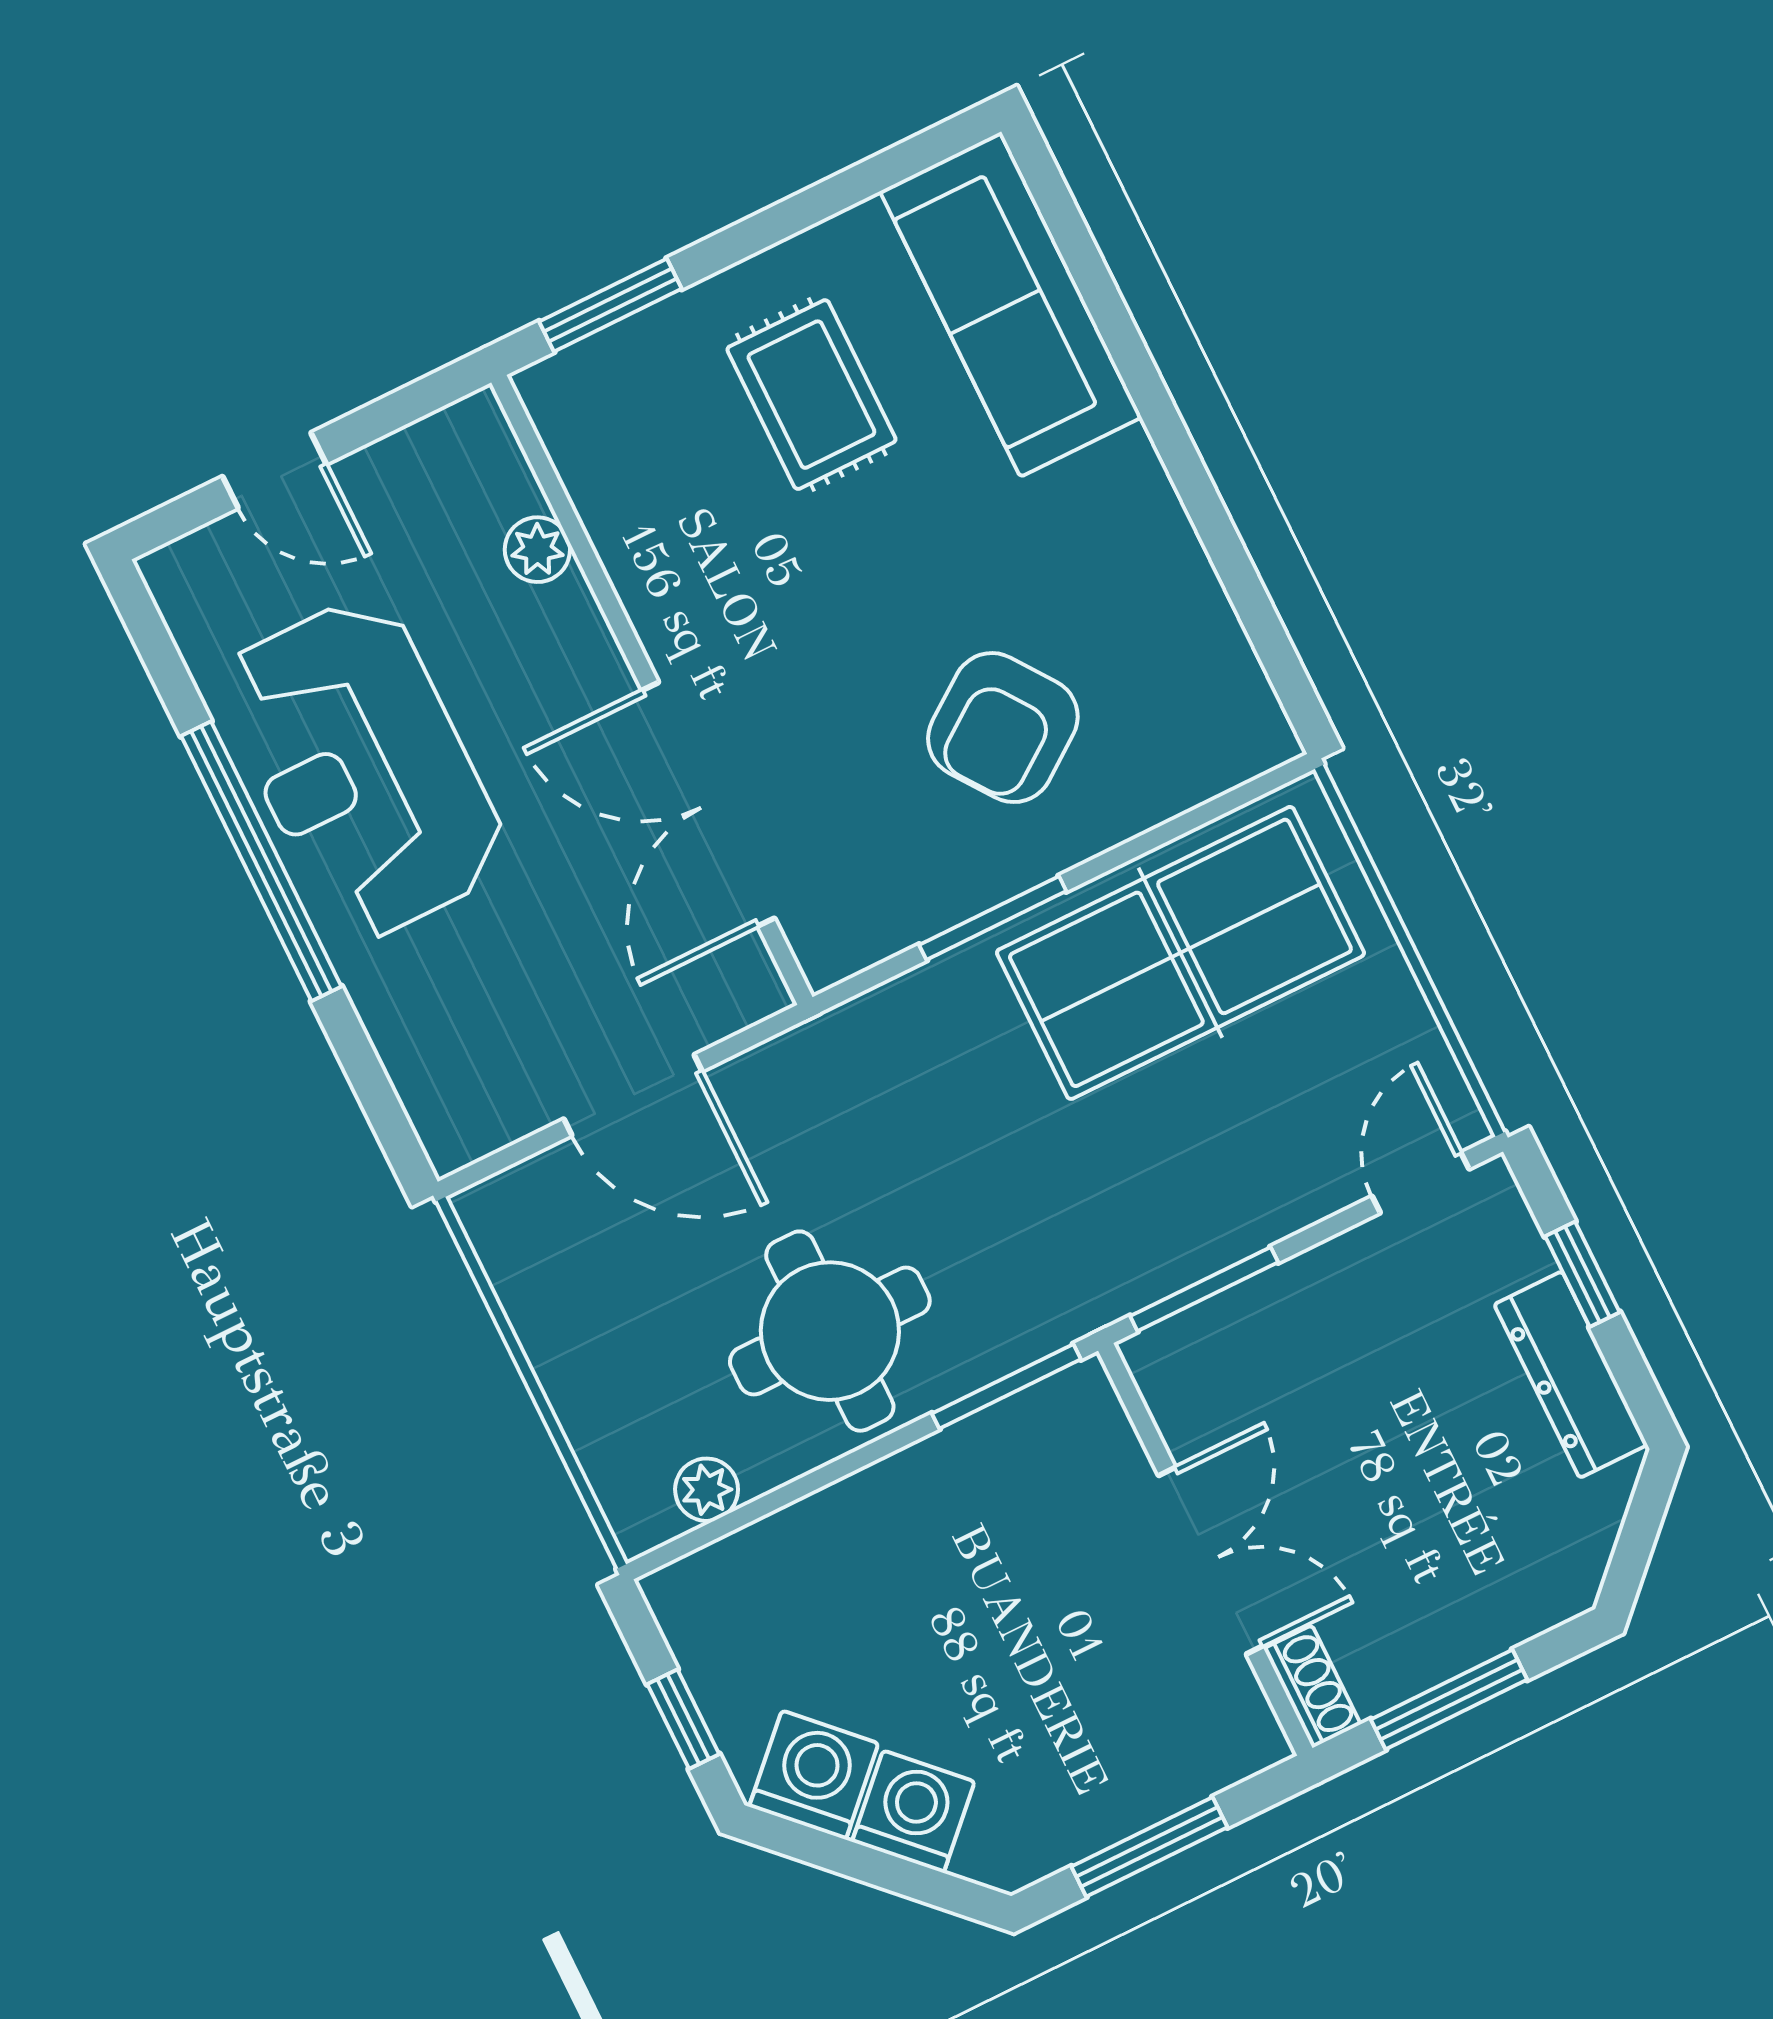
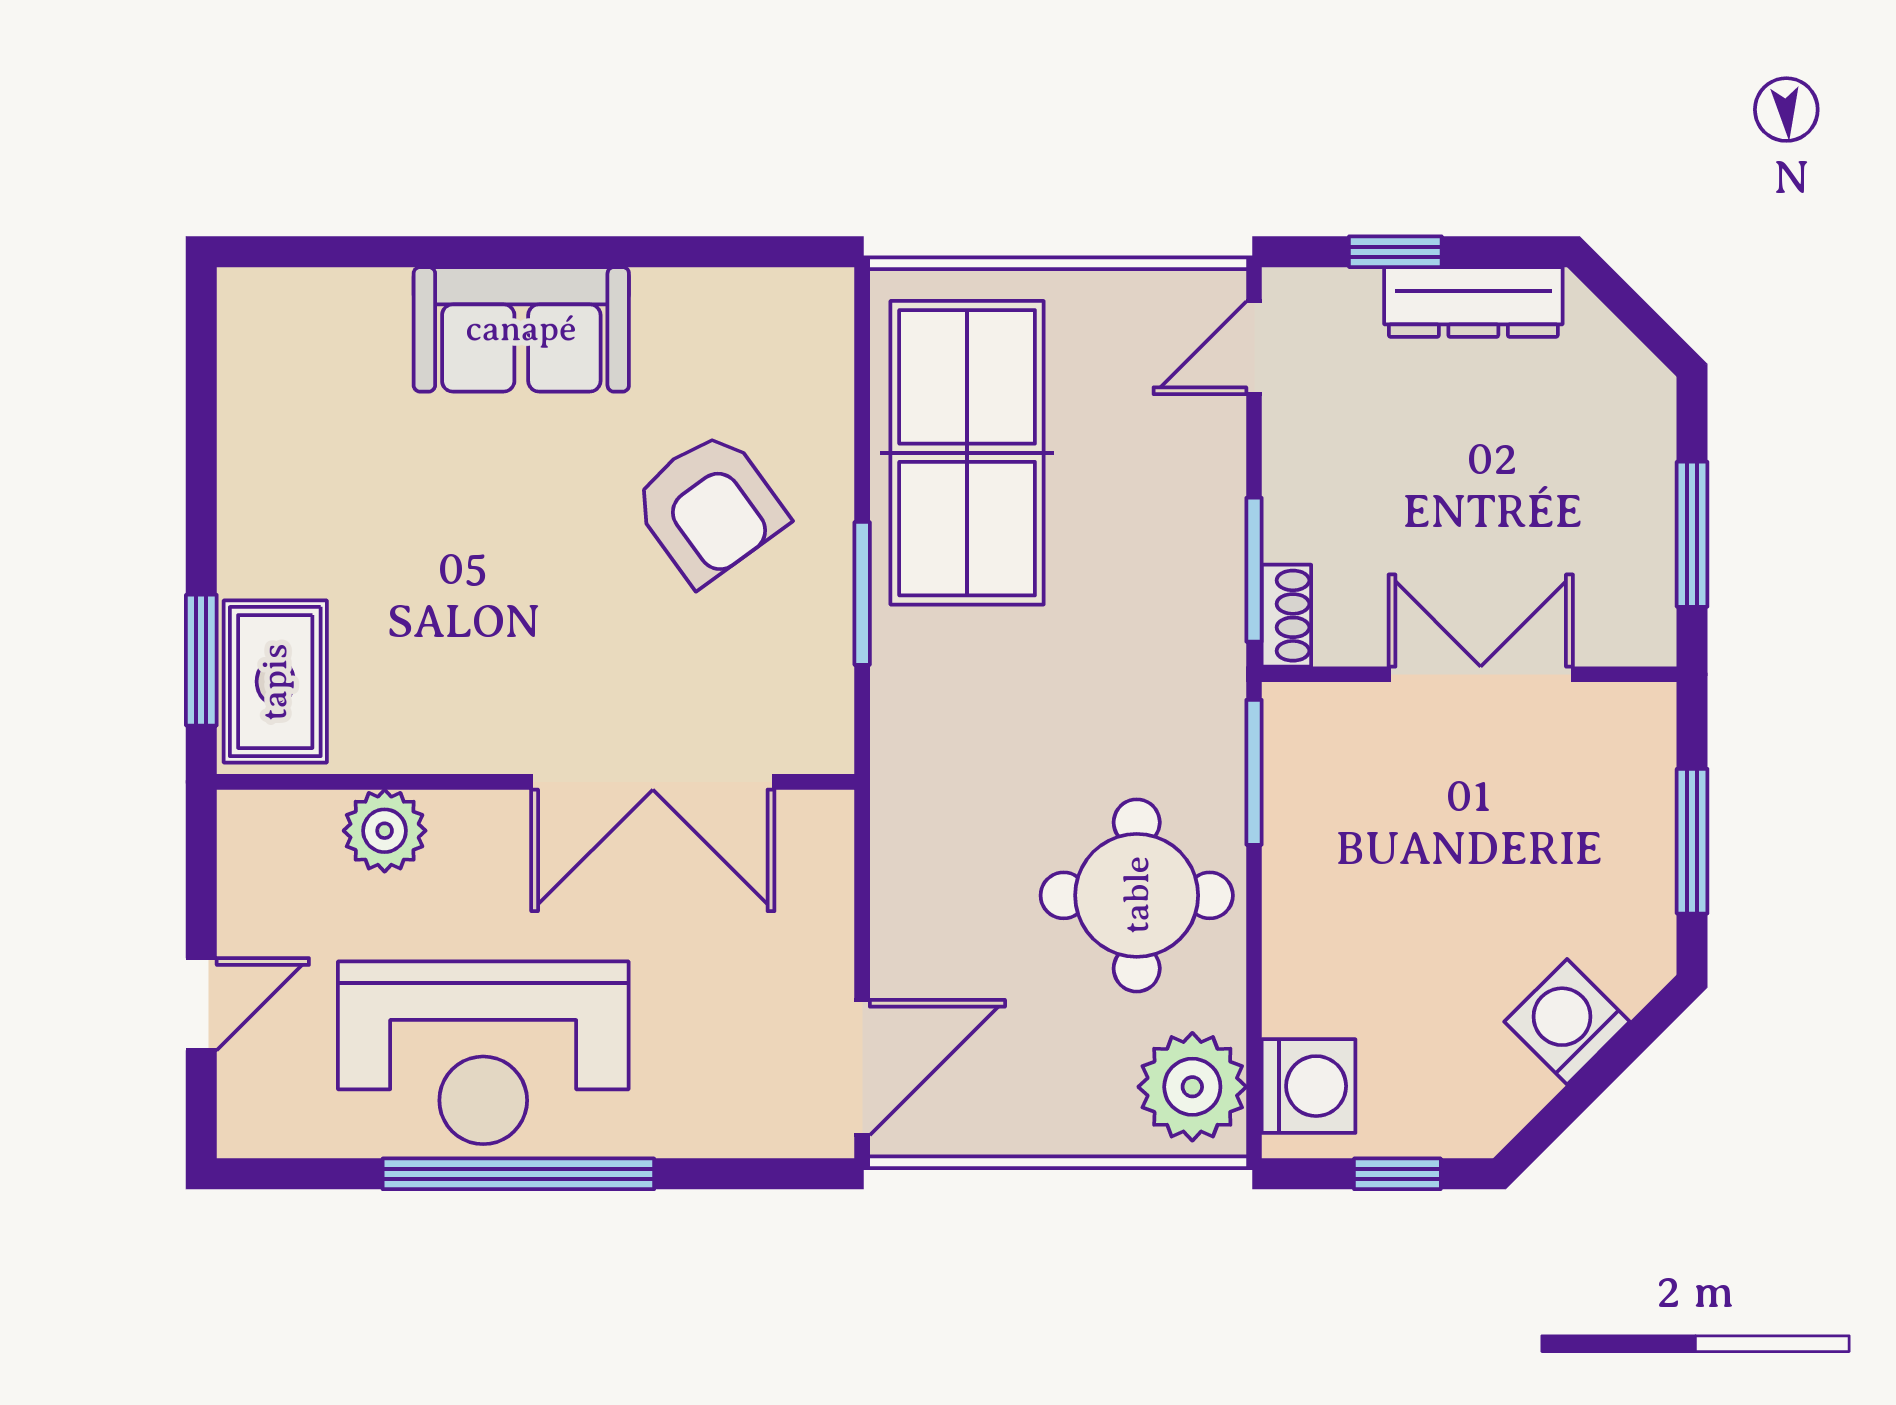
sofa: (1011, 304) -> (521, 329), moved, width x0.73
rug: (811, 395) -> (275, 682), moved, turned 90
plant: (537, 550) -> (385, 831), width x1.38, depth x1.38
door: (633, 1095) -> (862, 1067), moved
door: (1421, 1183) -> (1254, 348), hinge flipped
plant: (707, 1490) -> (1192, 1087), width x1.87, depth x1.87
shoe rack: (1312, 1686) -> (1286, 616), moved, turned 90
washing machine: (814, 1775) -> (1309, 1086), moved, turned 135

